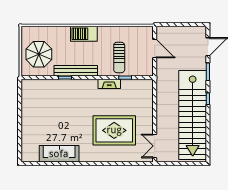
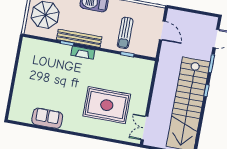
fireplace: (109, 84) -> (83, 53), moved
sofa: (59, 154) -> (47, 118), width x0.73

